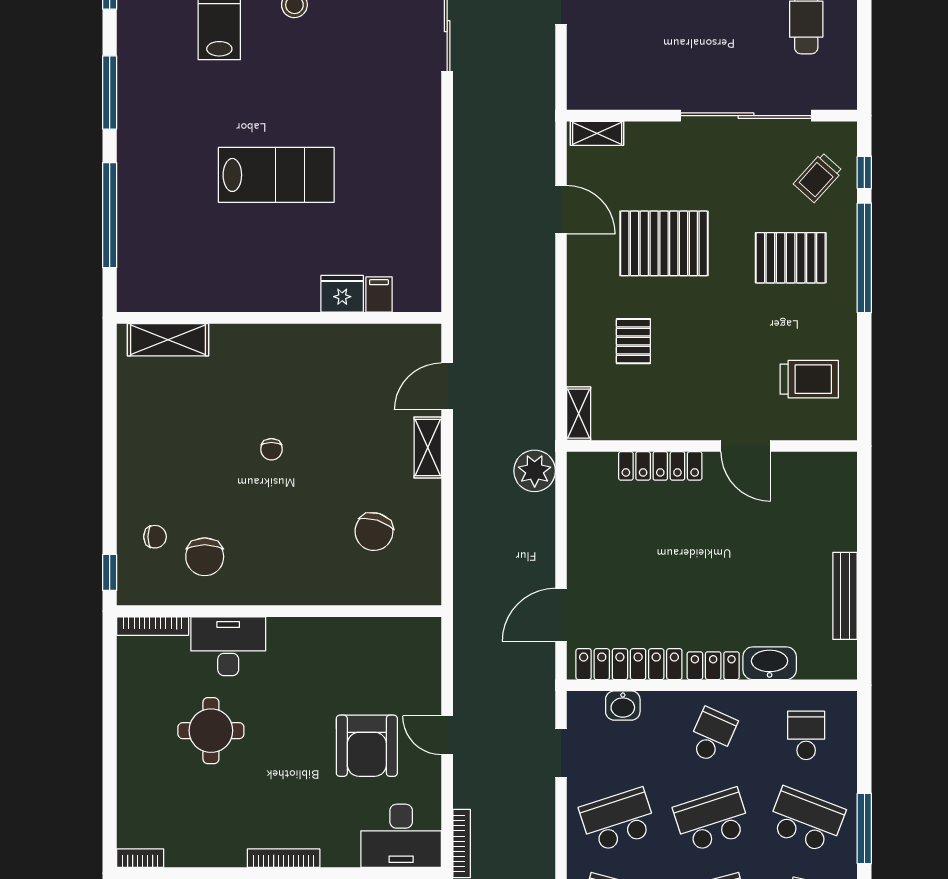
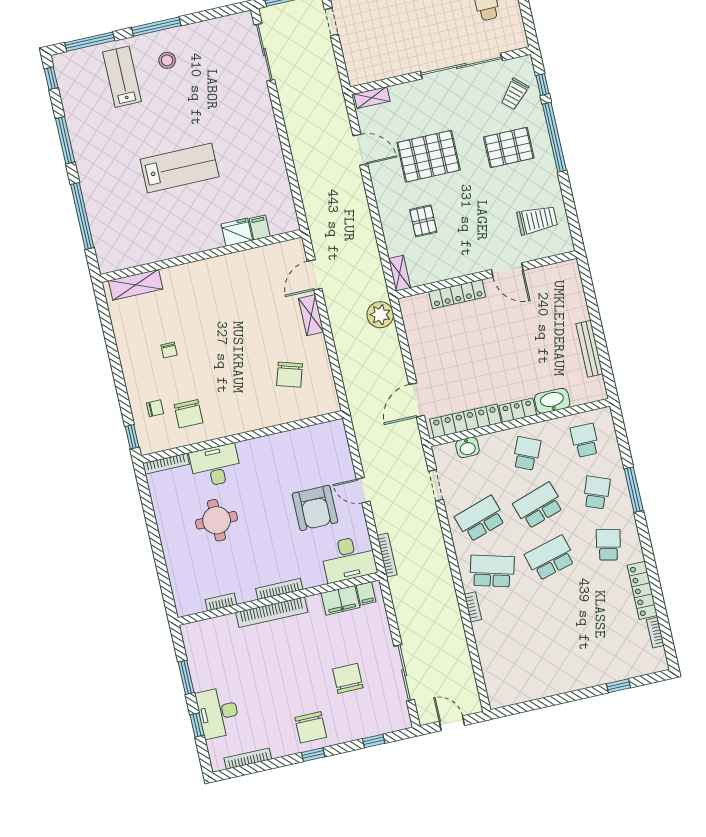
chair: (271, 449) -> (169, 350), moved
school desk: (806, 820) -> (597, 493), width x0.54
bookcase: (140, 858) -> (221, 602), moved

